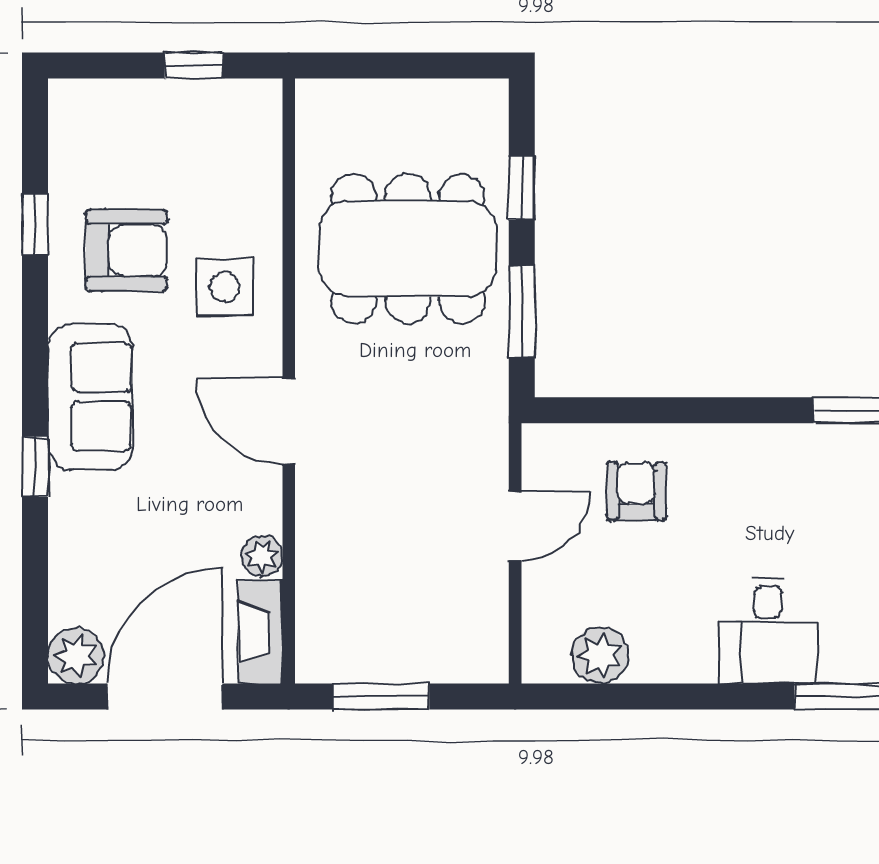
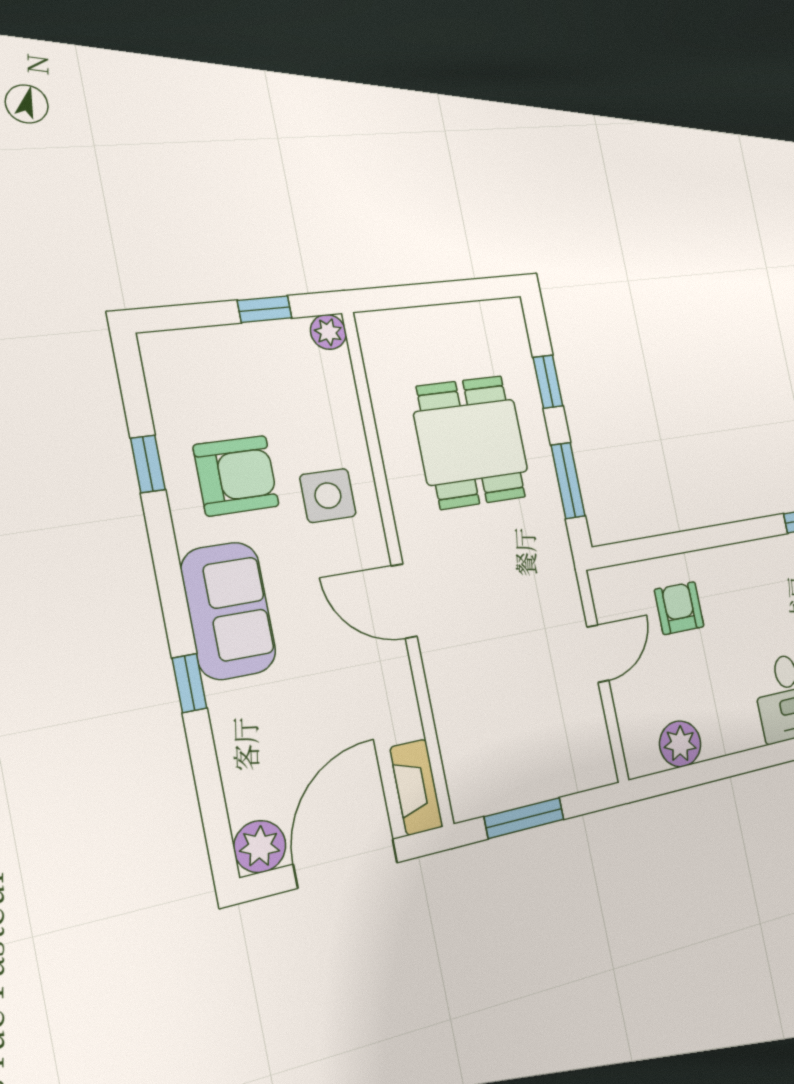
dining table: (408, 249) -> (471, 442), width x0.73
plant: (262, 556) -> (328, 332), moved

